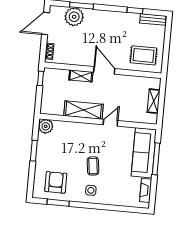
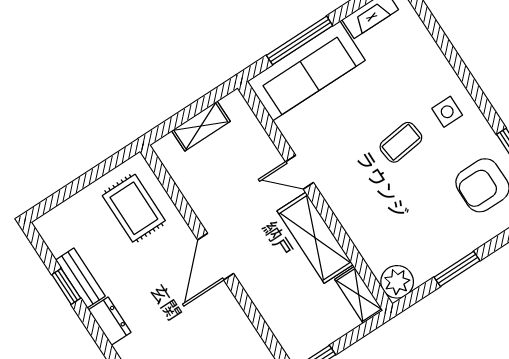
dresser: (111, 16) -> (110, 321), added
bench: (153, 19) -> (80, 278), moved
shelving: (81, 76) -> (359, 295), moved

